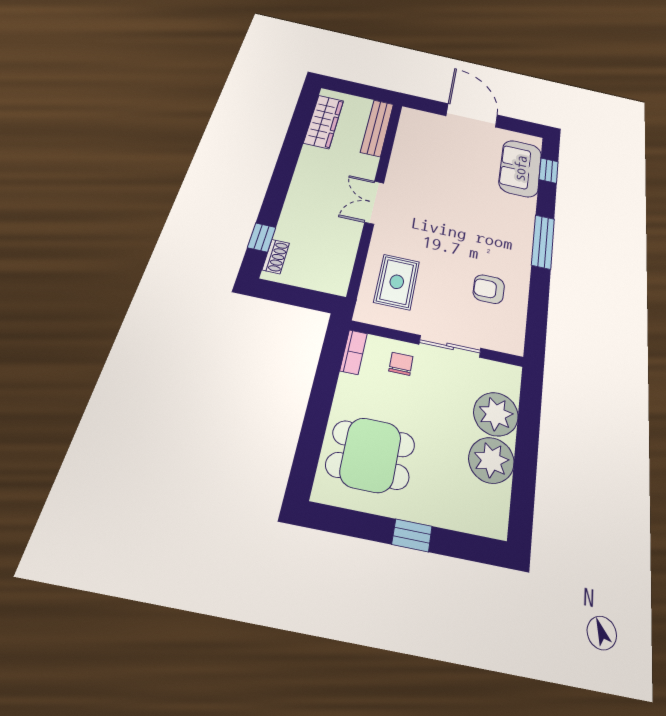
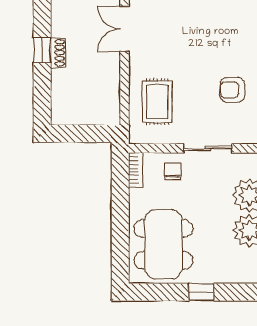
window: (262, 238) -> (42, 50), moved
shoe rack: (276, 256) -> (58, 53), moved
dining table: (371, 455) -> (163, 244), width x1.38

